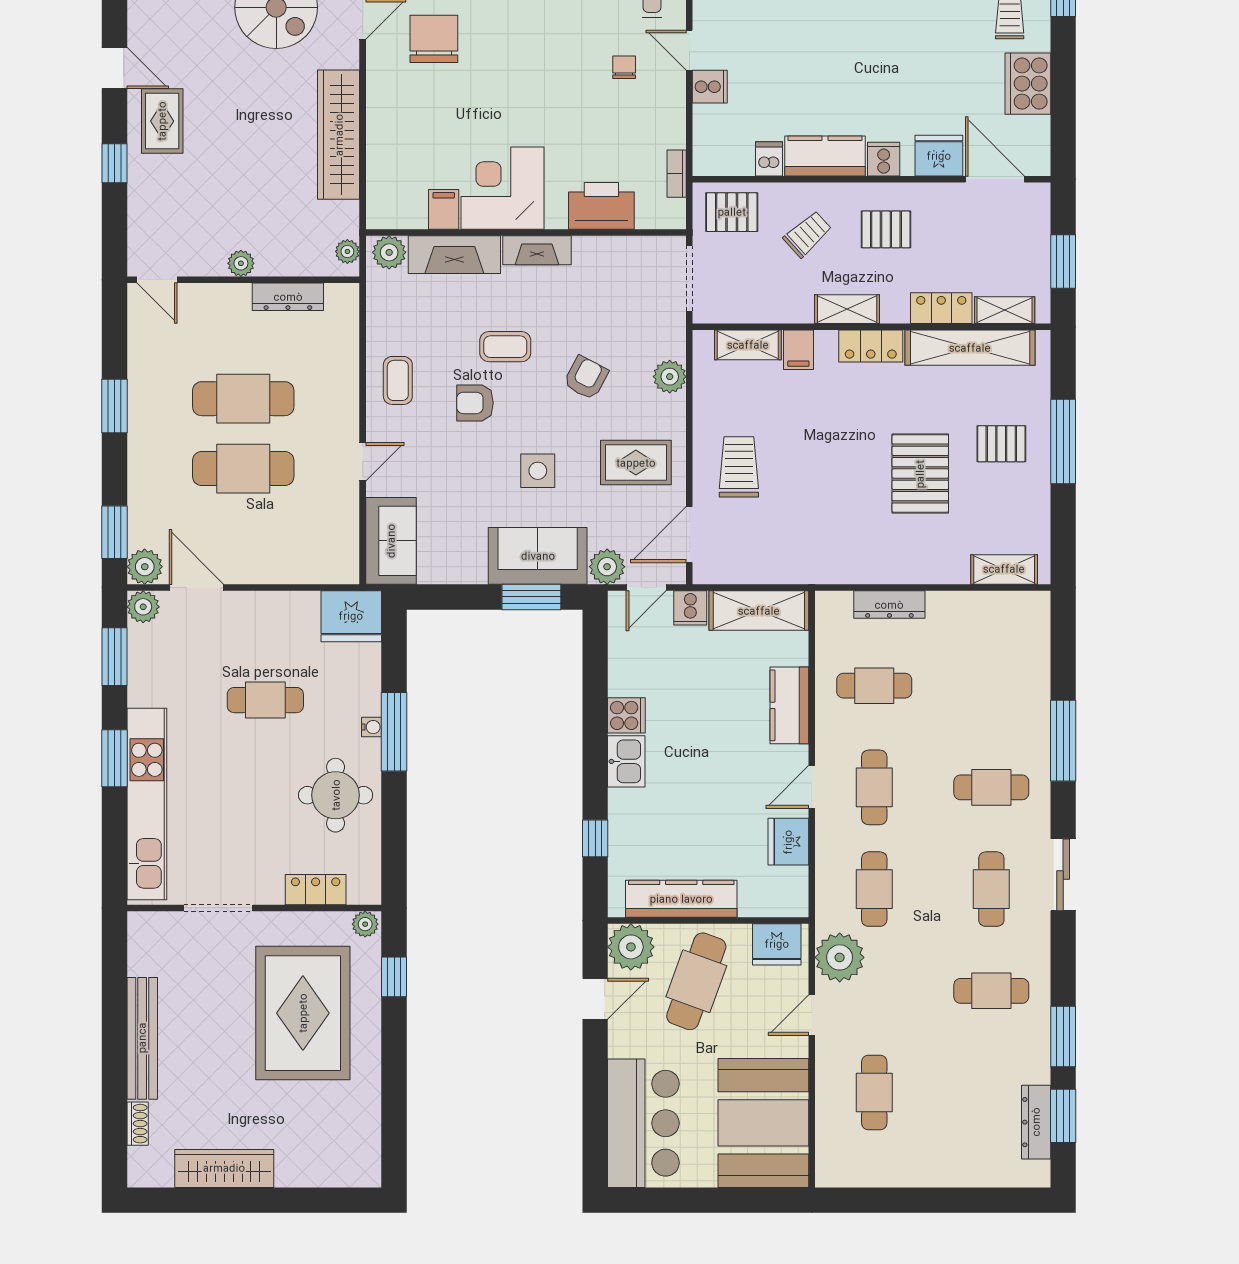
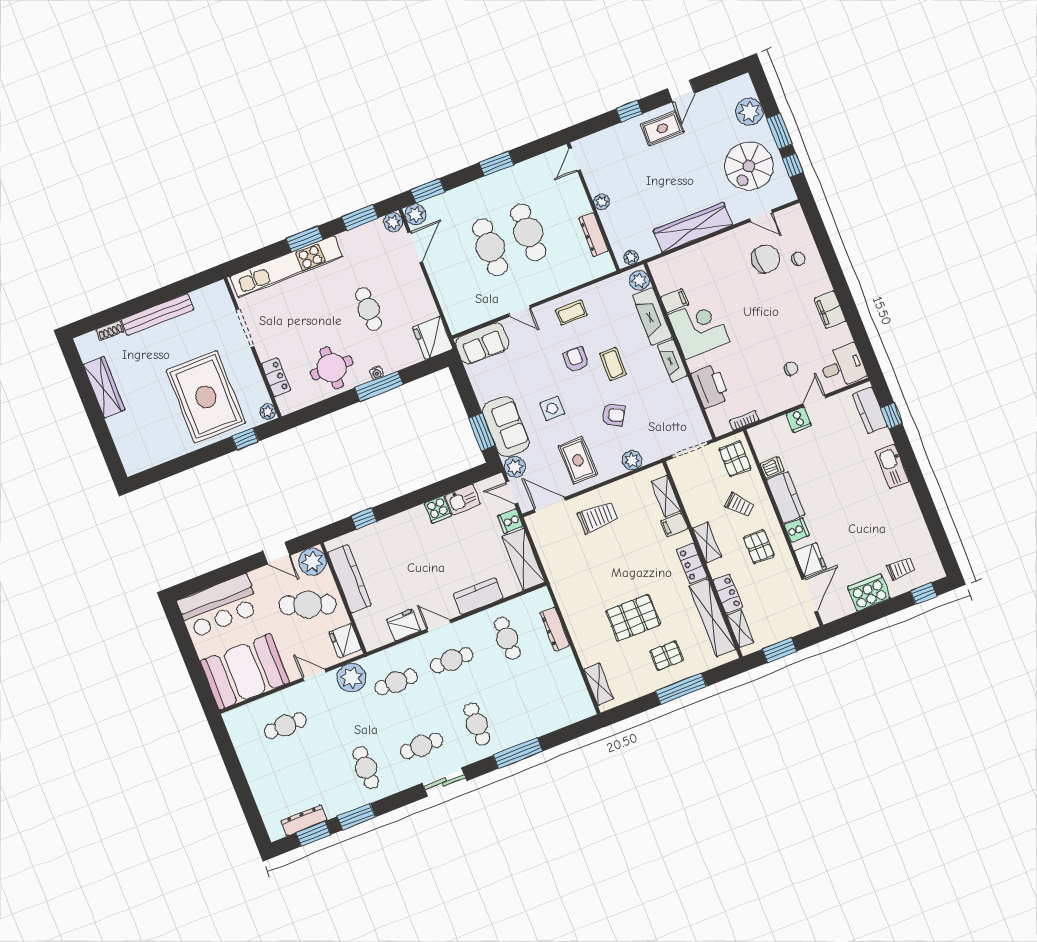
pallet: (1001, 444) -> (667, 656), turned 90
kitchen sink: (626, 761) -> (463, 499), moved
rug: (303, 1013) -> (206, 397), turned 90

